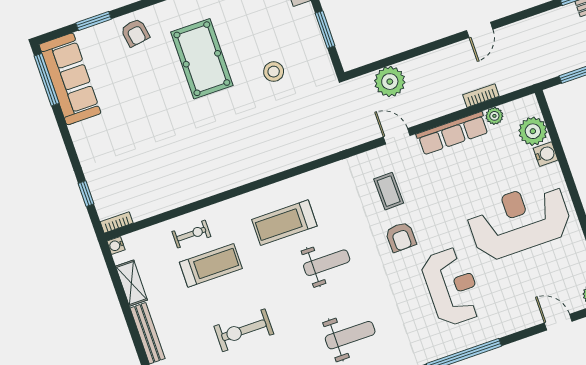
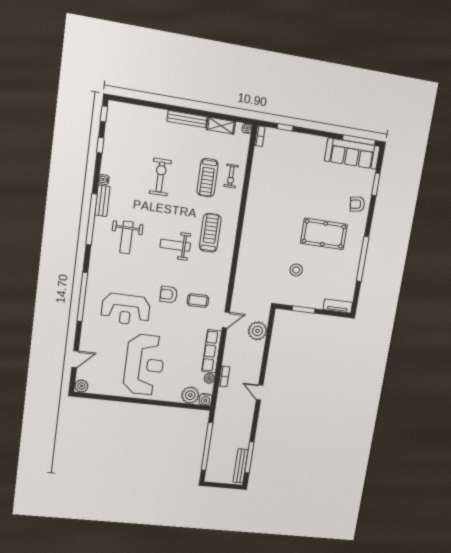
water cooler: (546, 154) -> (205, 400), moved
weight bench: (327, 263) -> (175, 245), turned 90

